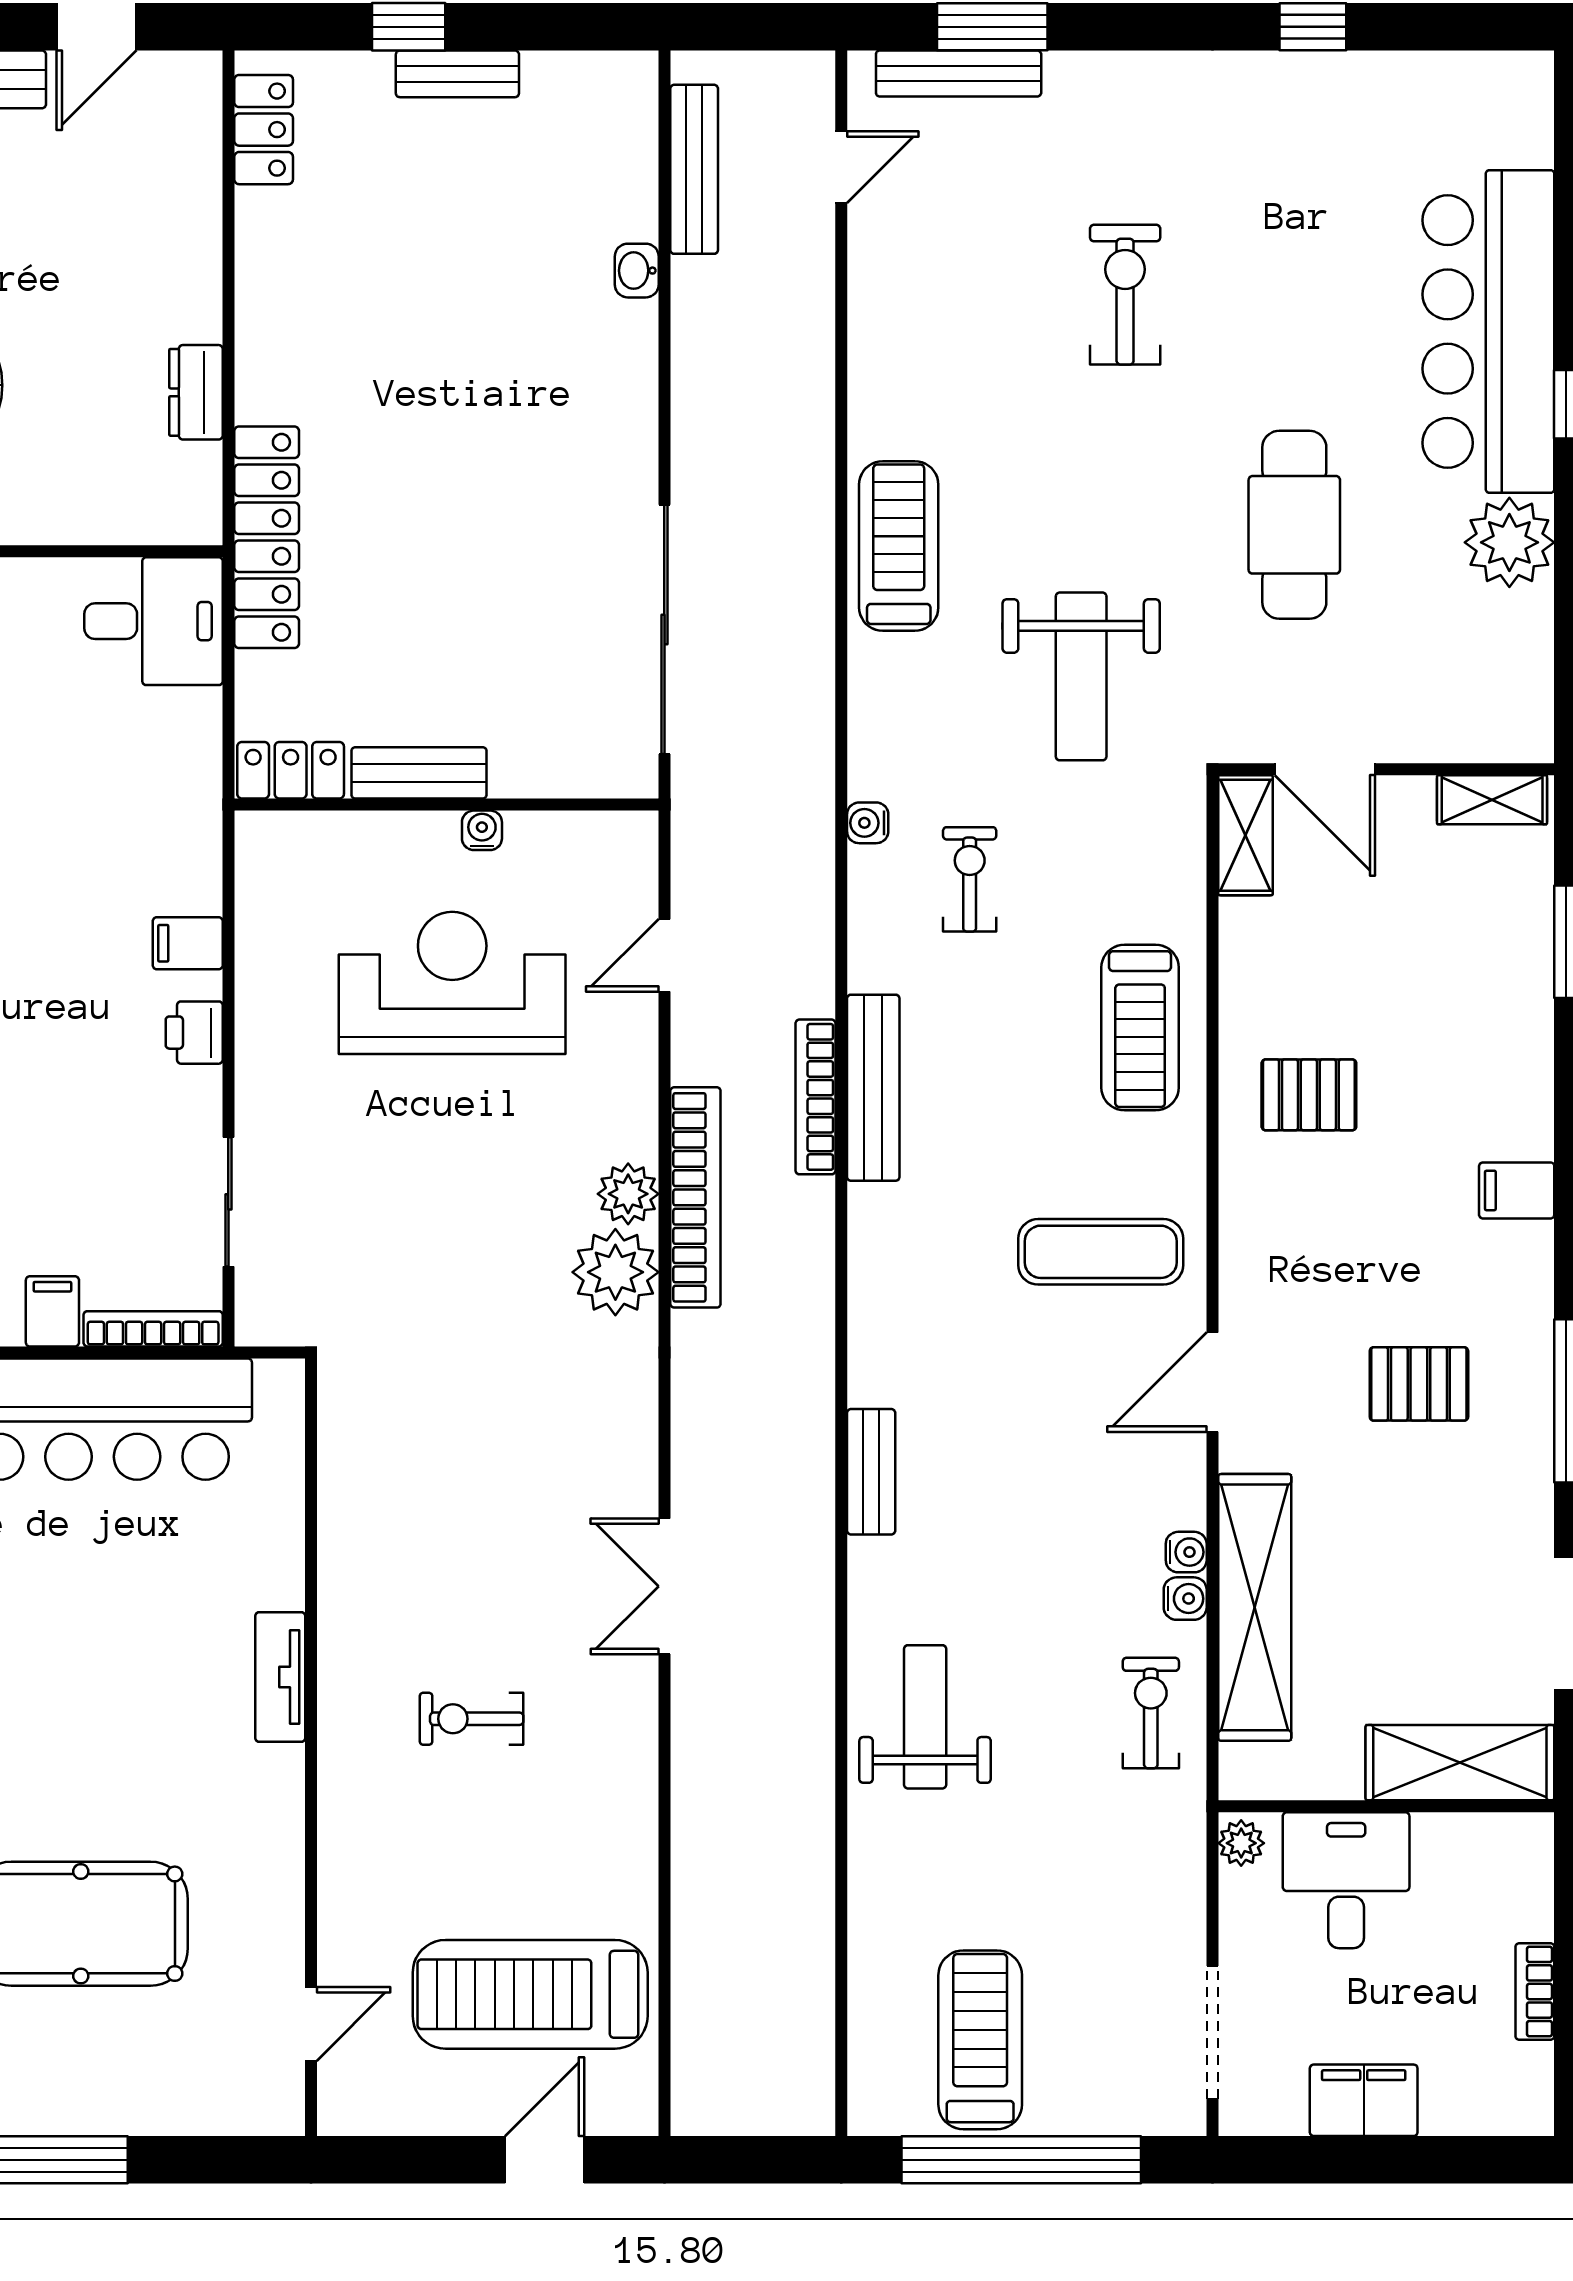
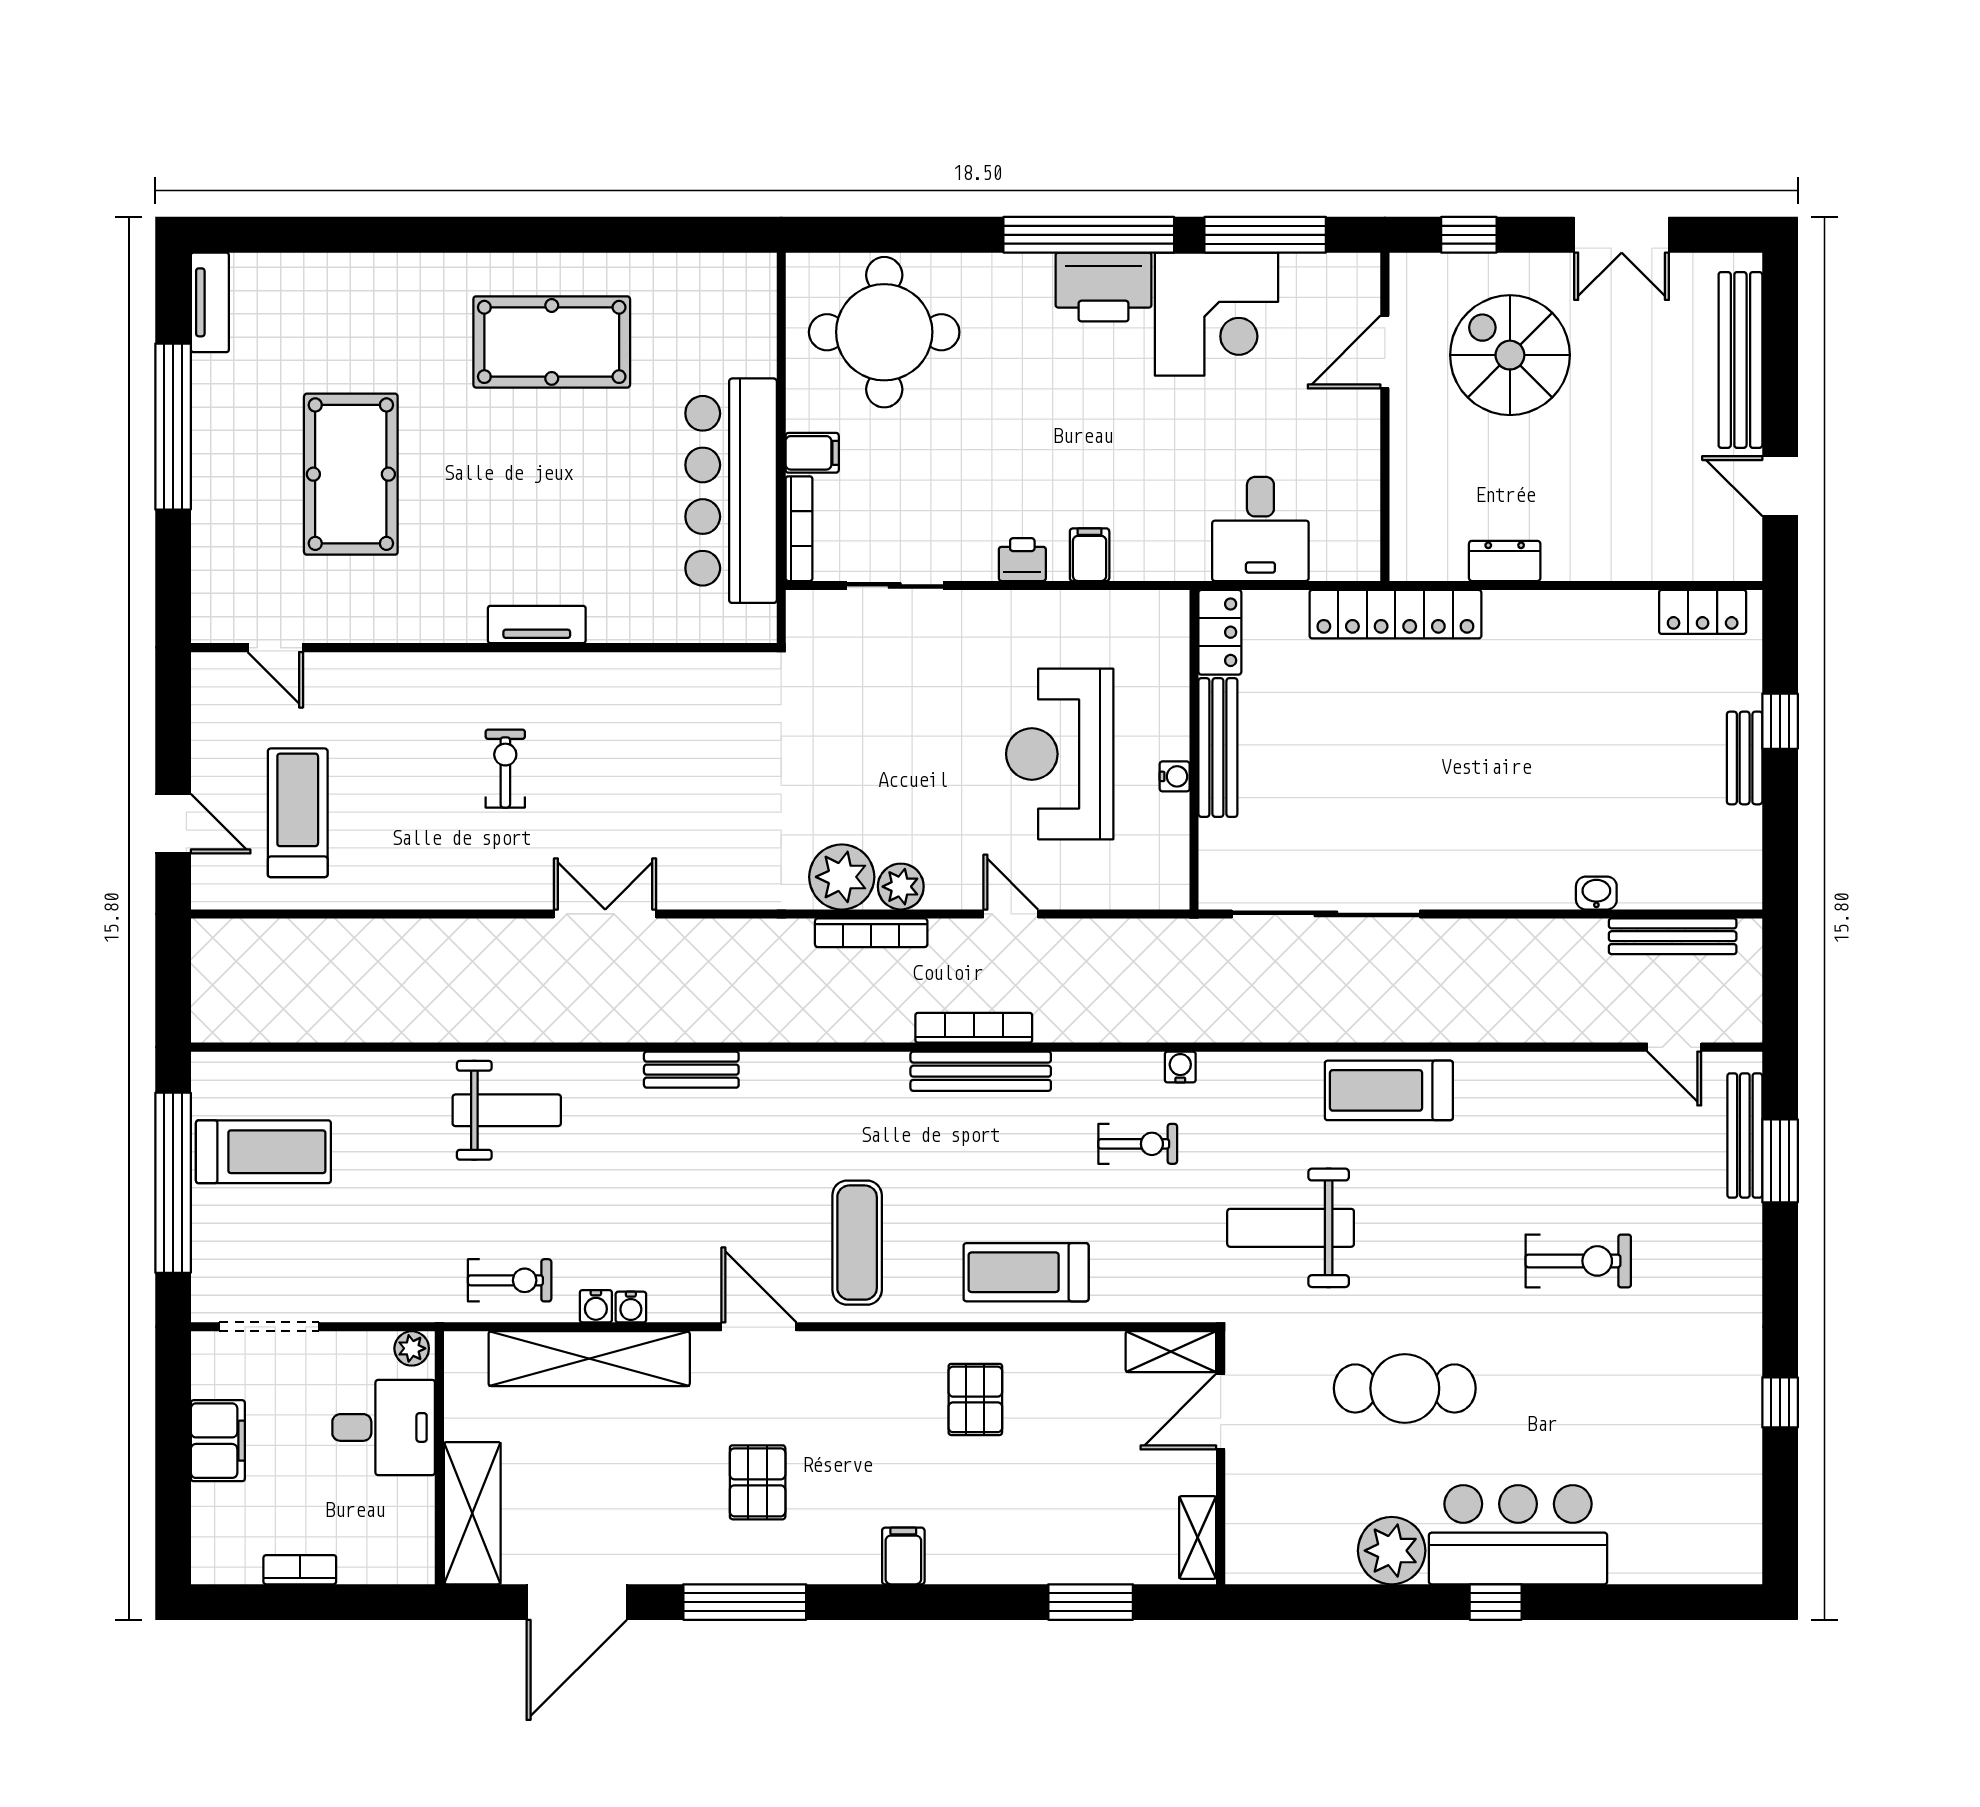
bar counter: (1488, 332) -> (1518, 1535), width x0.73
treadmill: (899, 546) -> (1389, 1090), turned 180
desk: (153, 621) -> (1260, 529), moved
bench: (419, 773) -> (1218, 747), width x1.36
door: (664, 955) -> (1011, 914), moved
reception desk: (452, 983) -> (1060, 754), turned 180
bookcase: (695, 1197) -> (871, 933), width x0.68, depth x0.76
treadmill: (530, 1994) -> (298, 813), width x0.73, depth x0.73

